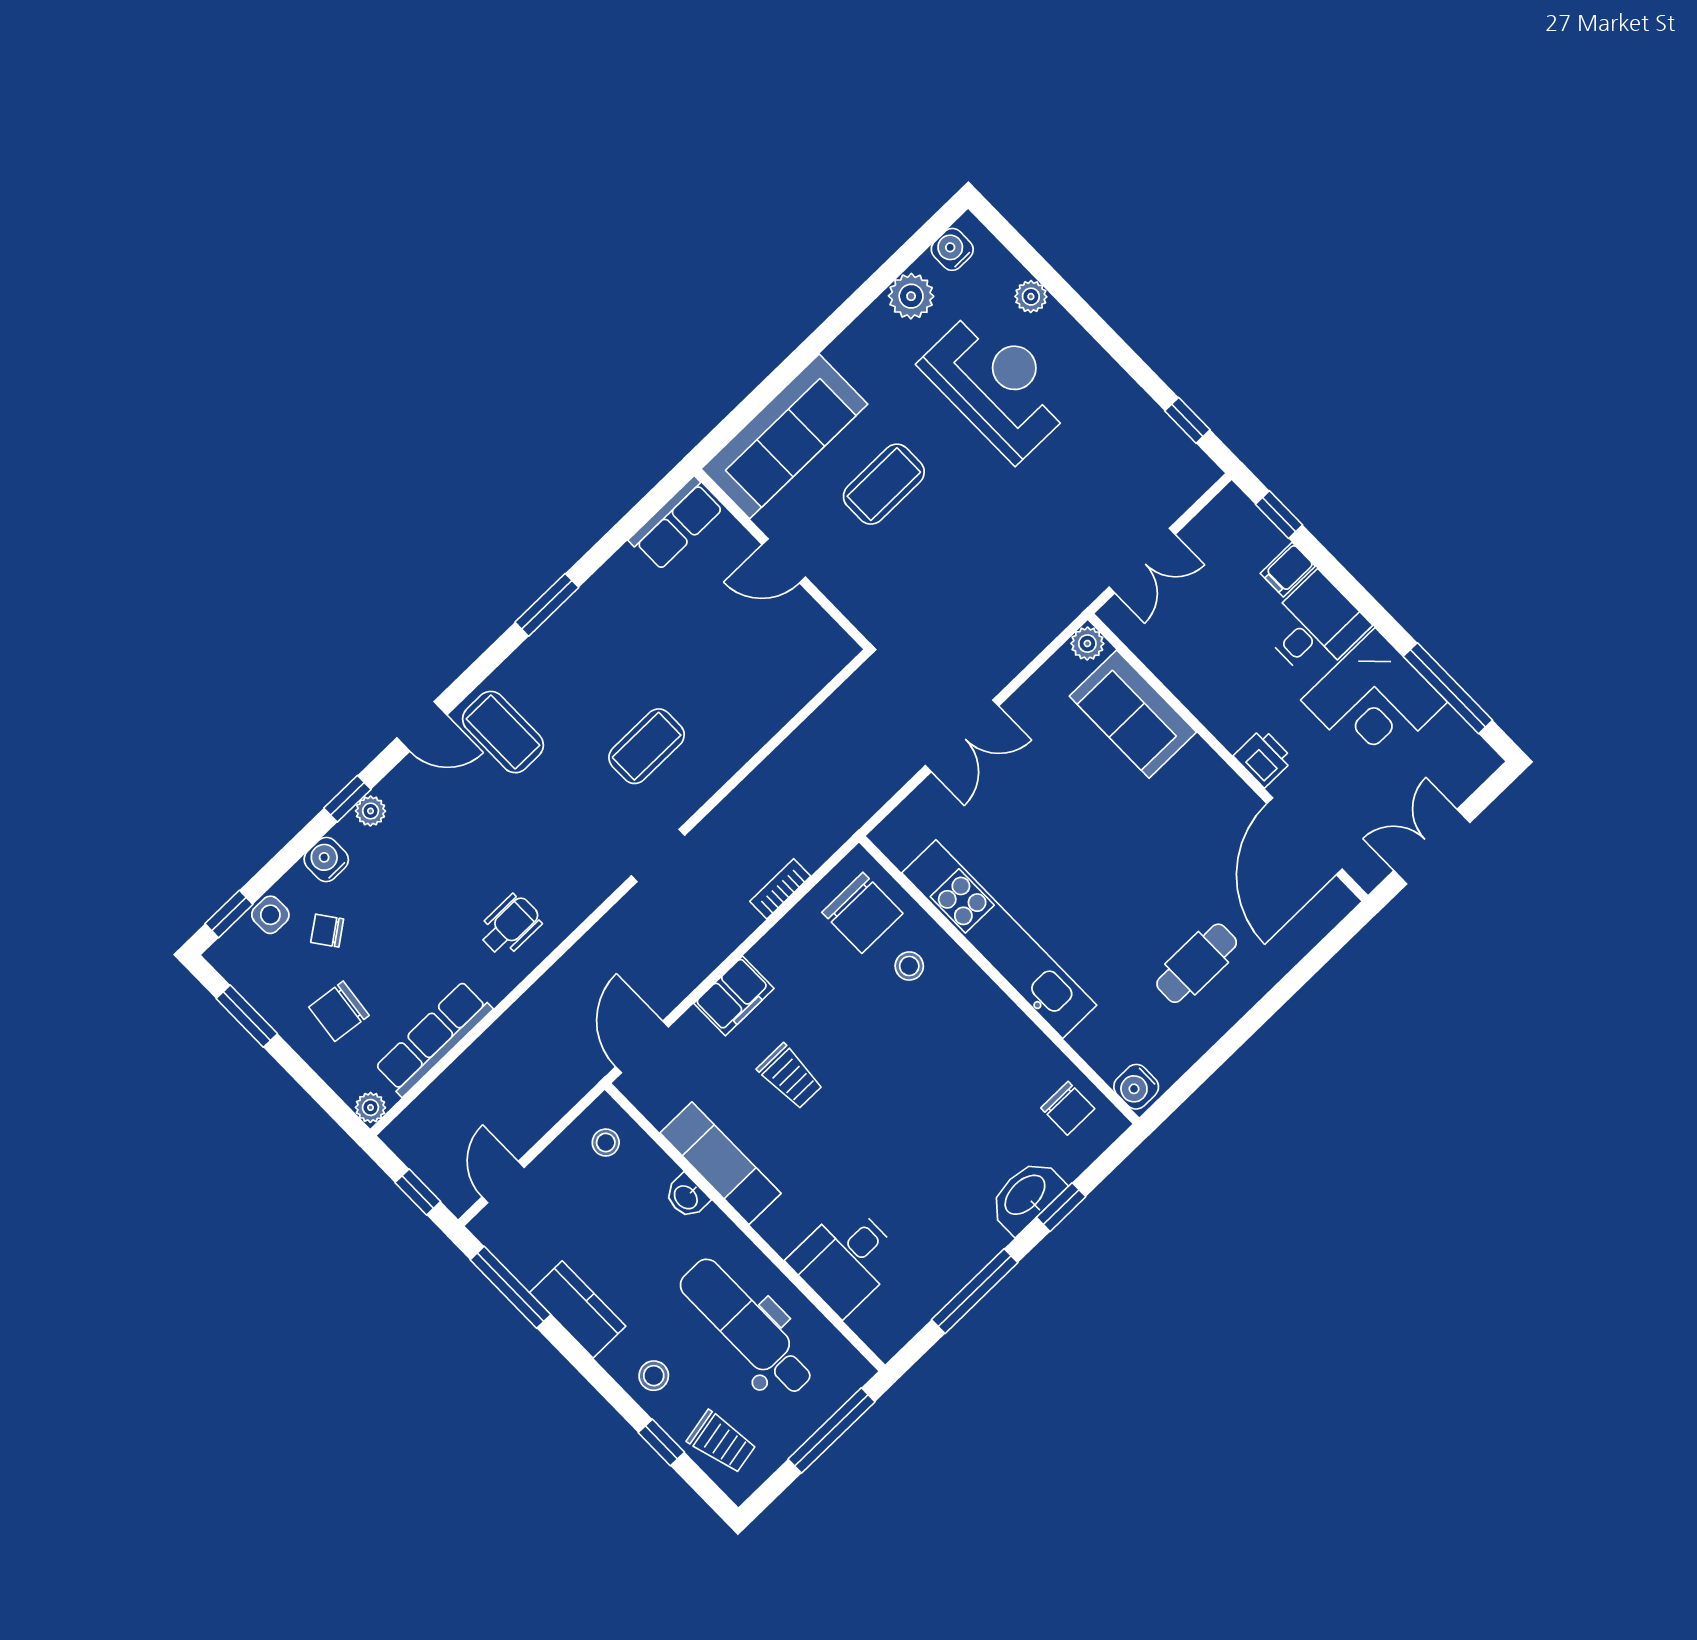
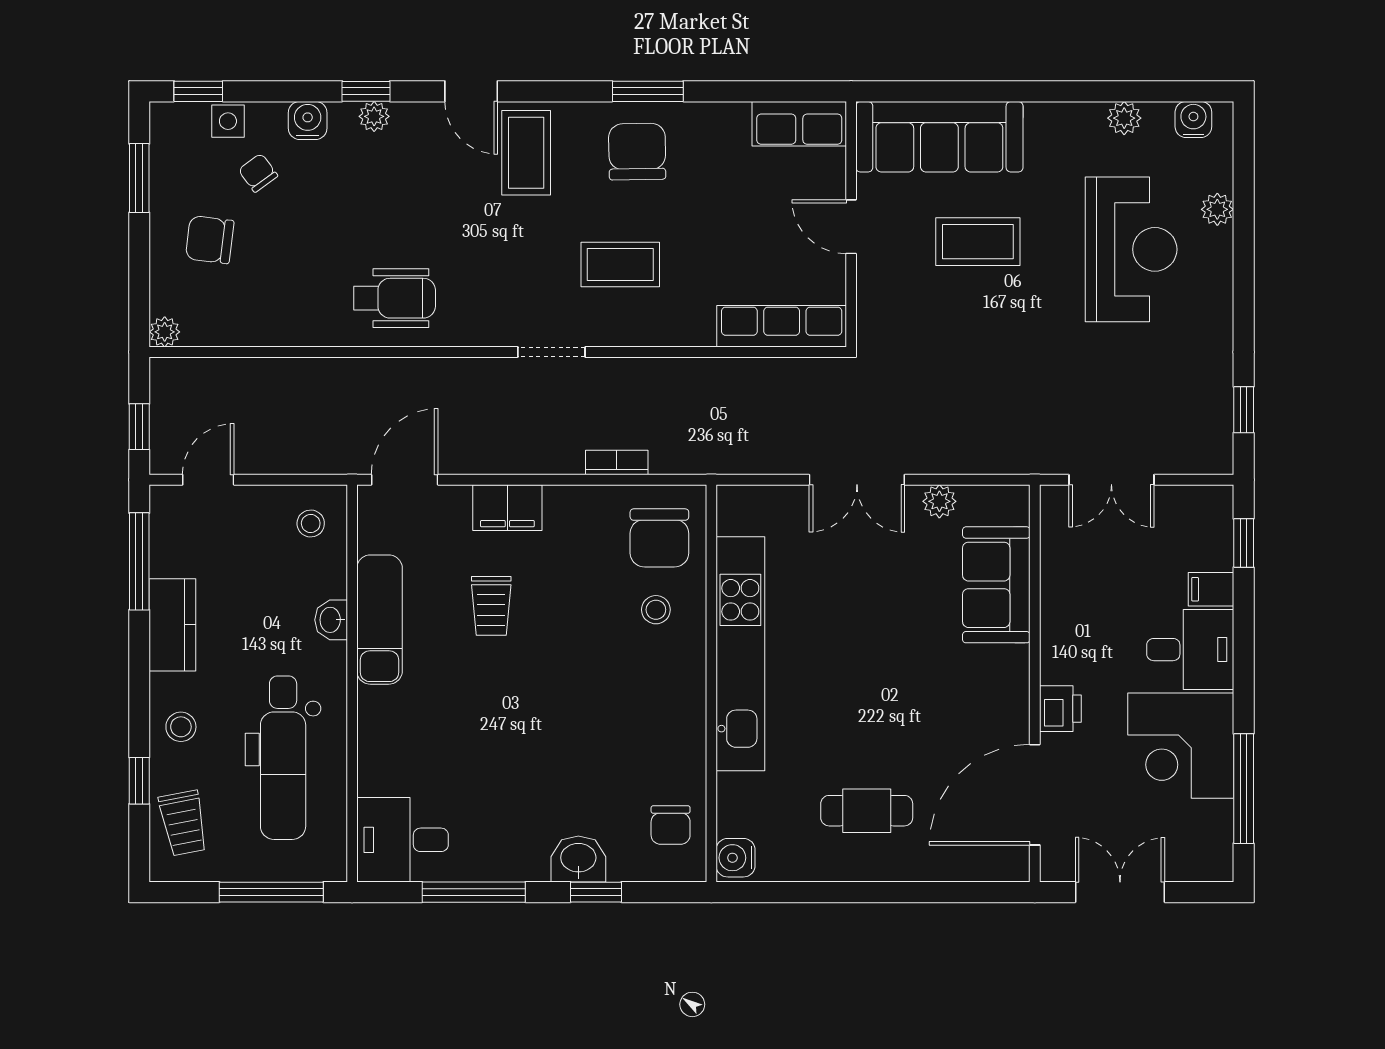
plant: (911, 296) -> (1124, 118), width x0.73, depth x0.73
plant: (1087, 644) -> (939, 501), moved
chair: (581, 655) -> (637, 152), added
wheelchair: (510, 926) -> (394, 298), width x1.36, depth x1.37
row of seats: (433, 1039) -> (782, 326), moved
washbasin: (1026, 1196) -> (578, 859), width x0.72
desk: (846, 1259) -> (402, 840), moved
dental chair: (747, 1327) -> (283, 758), turned 180

